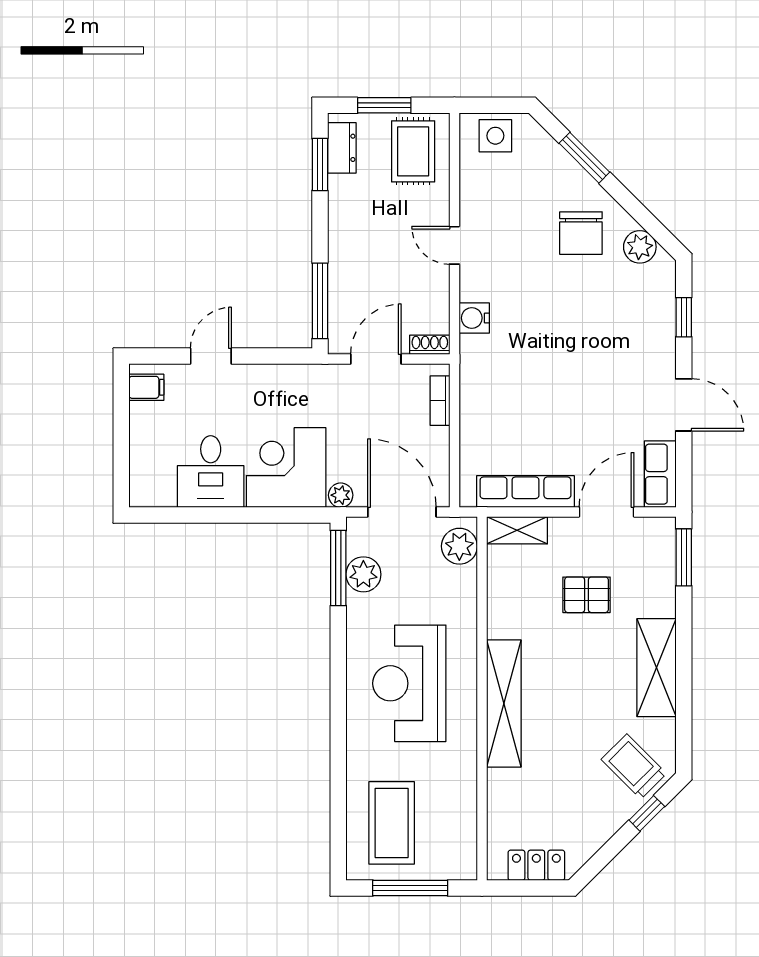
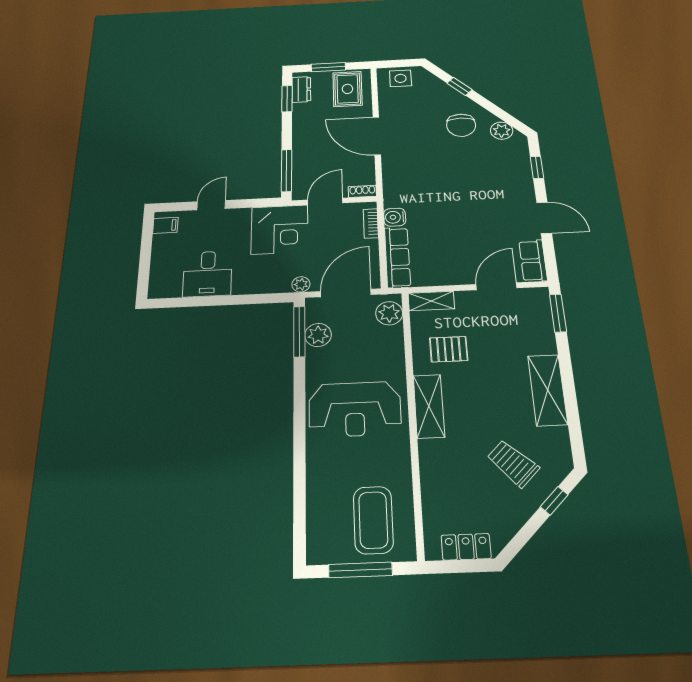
window: (584, 158) -> (459, 86), width x0.67
door: (454, 245) -> (377, 136), width x1.88
water cooler: (474, 318) -> (395, 217), moved
corner desk: (286, 468) -> (280, 229), moved, turned 180
row of seats: (525, 492) -> (397, 257), moved, turned 90
door: (402, 512) -> (346, 293), hinge flipped
pallet: (587, 595) -> (449, 349), moved
reception desk: (409, 683) -> (355, 409), turned -90
shelving: (504, 704) -> (429, 406), width x0.68
trolley: (634, 767) -> (513, 463), moved
coffee table: (392, 823) -> (373, 520), moved

